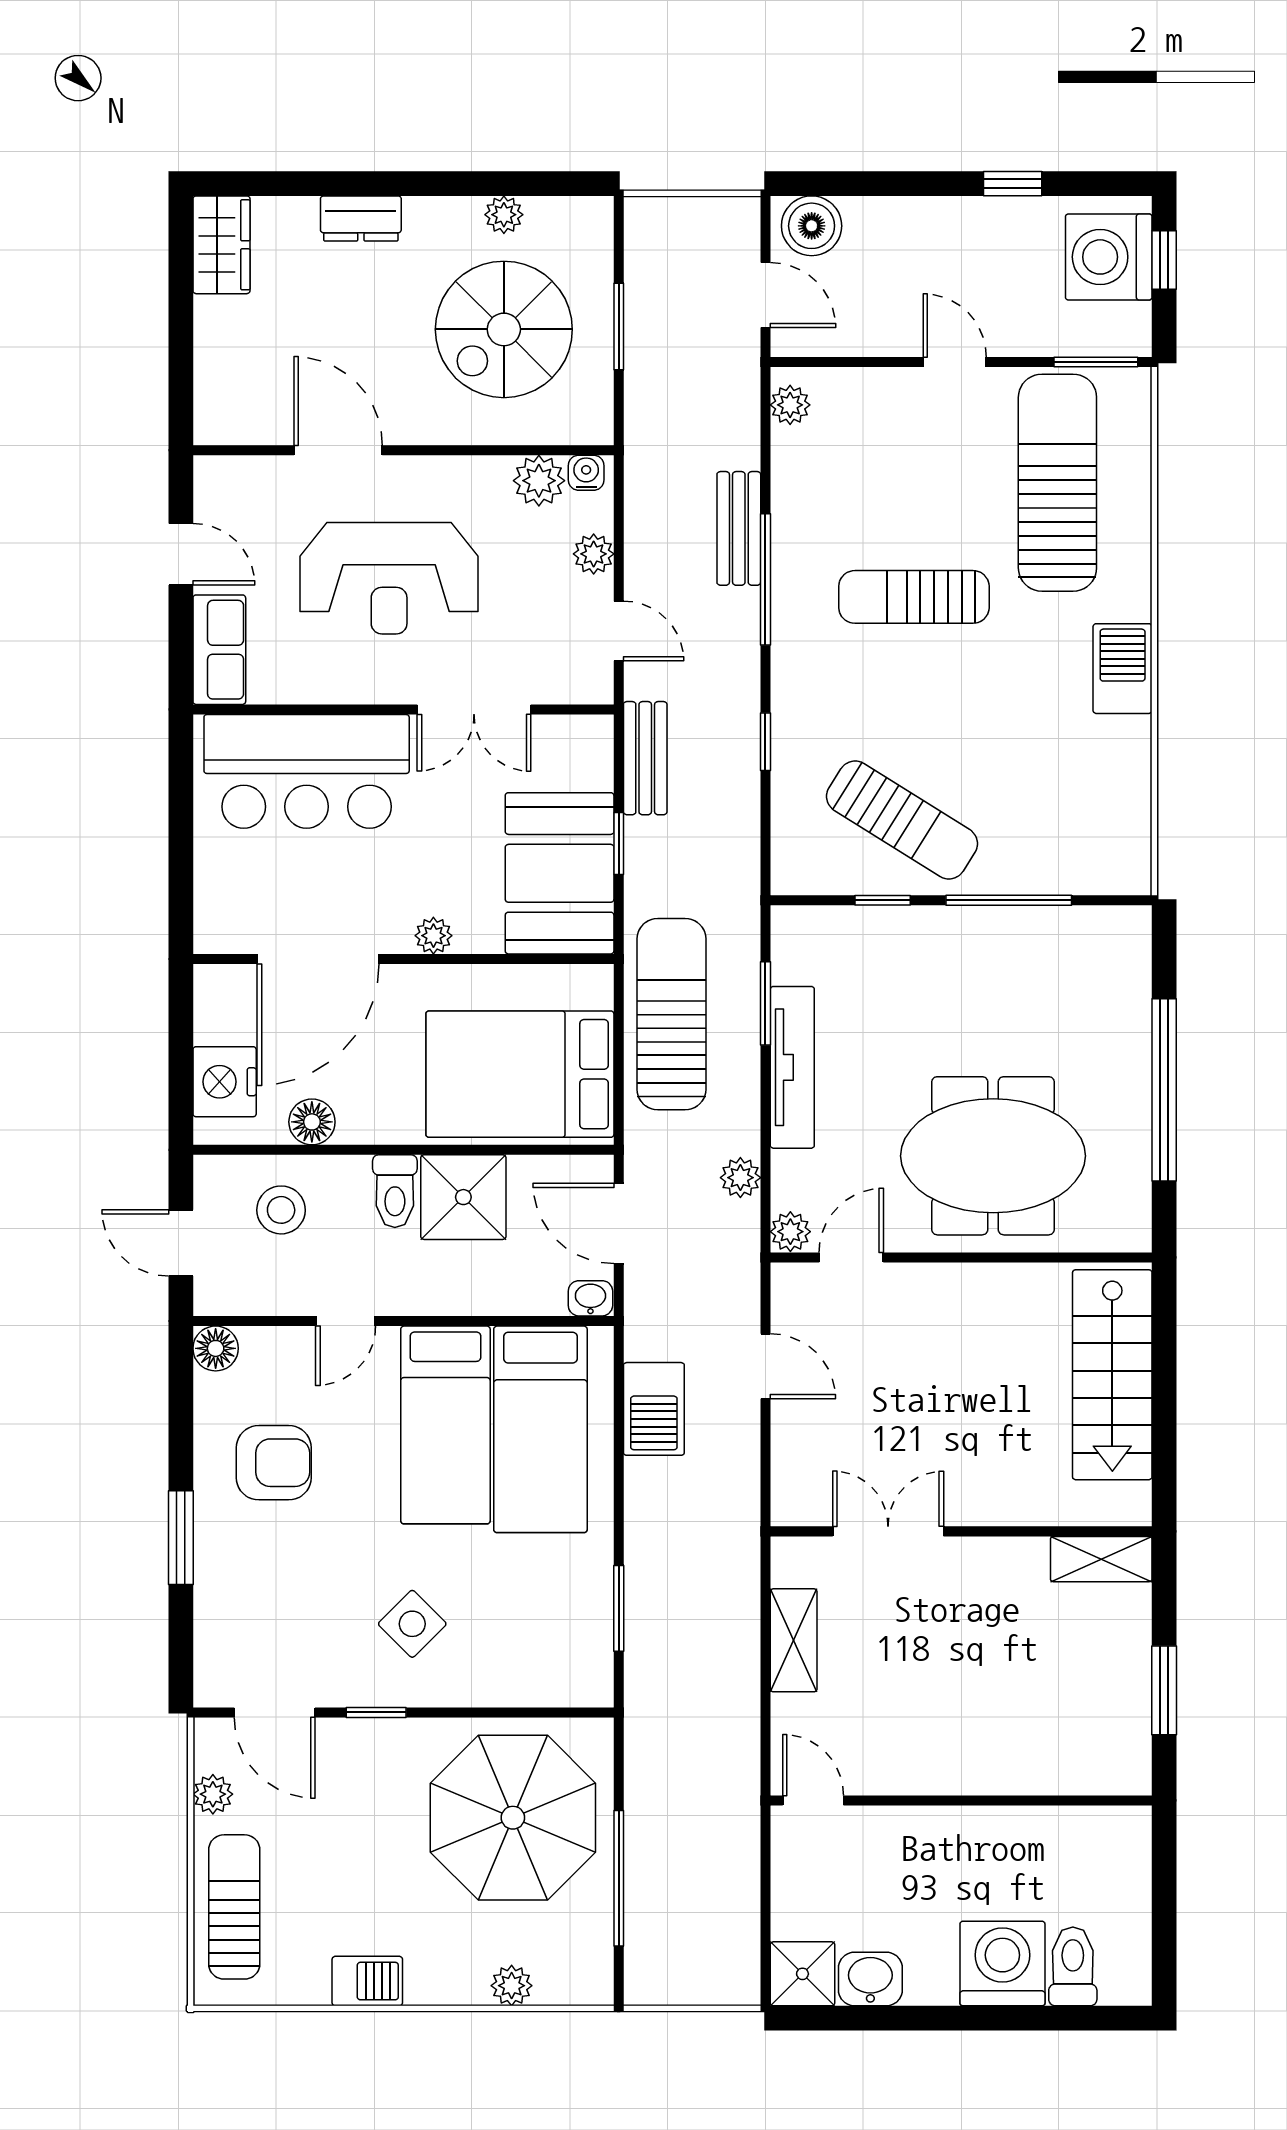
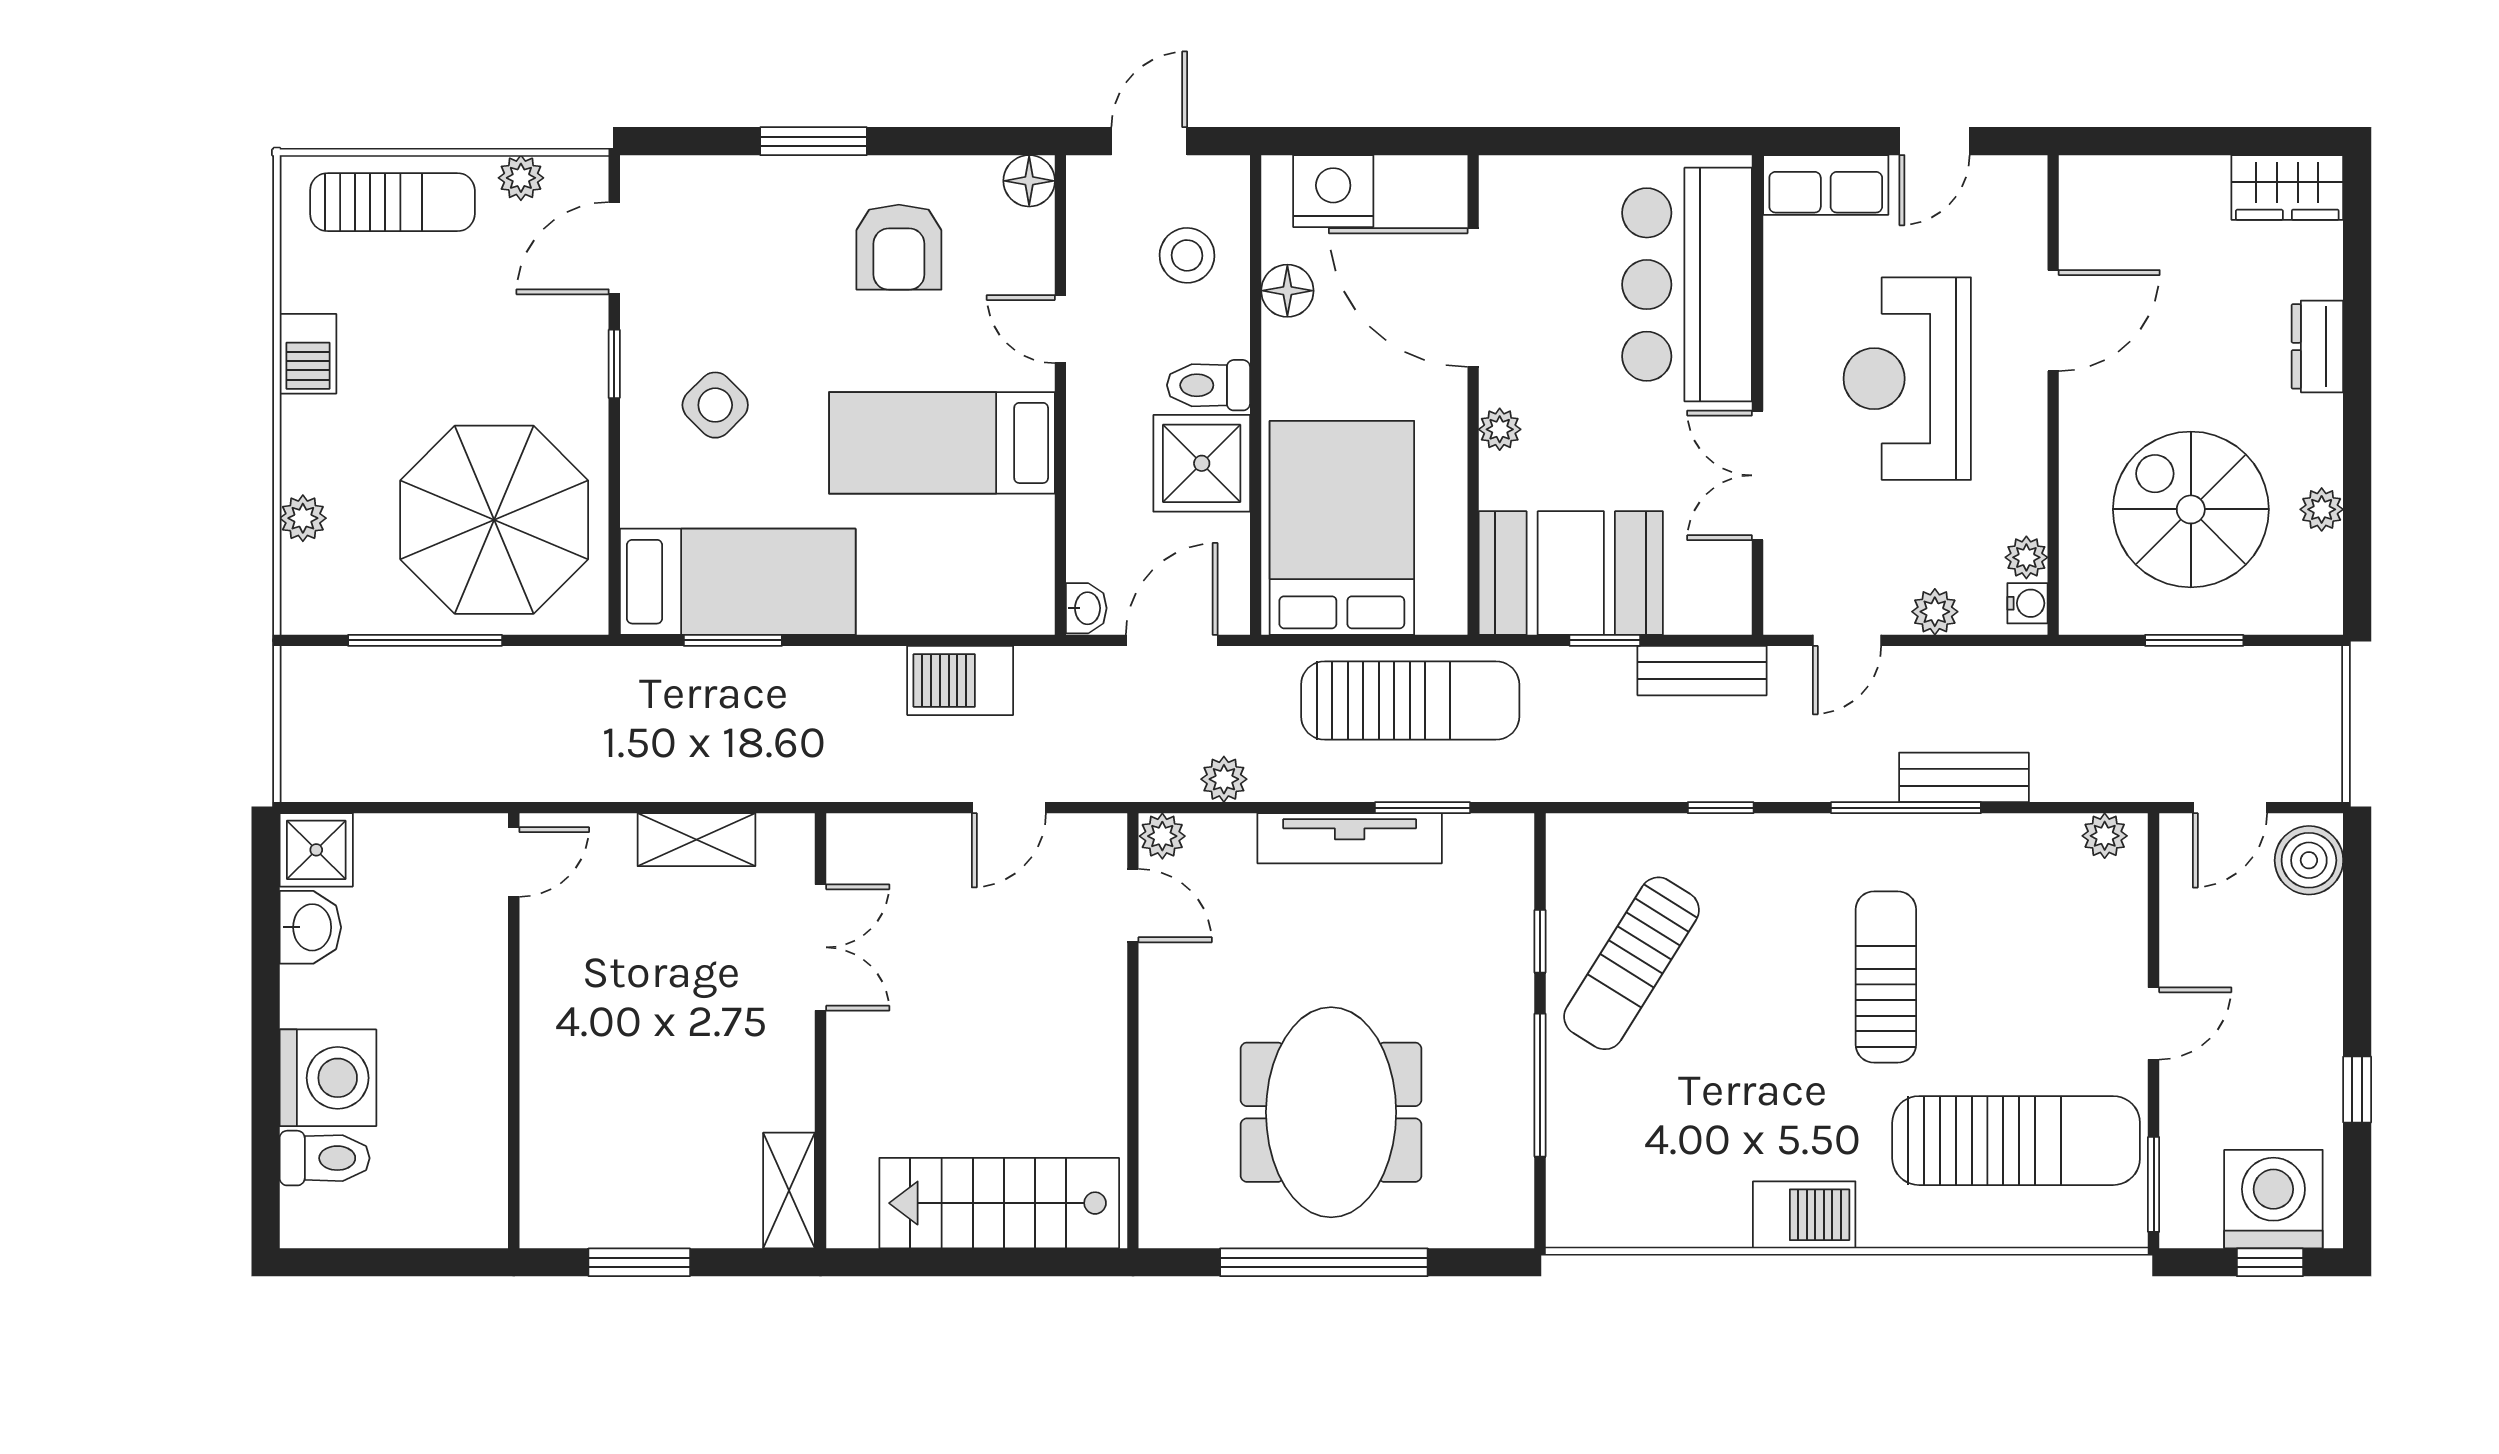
plant: (539, 481) -> (2026, 557), width x0.73, depth x0.73
meeting table: (993, 1156) -> (1331, 1112), moved
bed: (540, 1429) -> (738, 582), moved, turned 180

